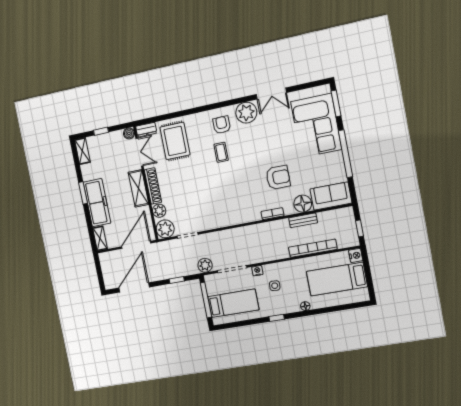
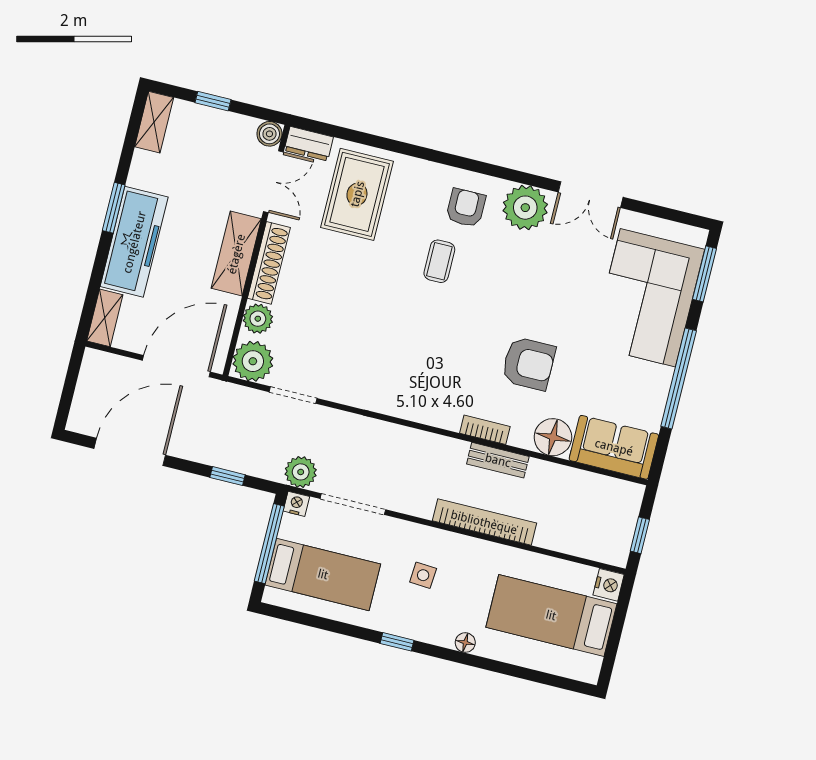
bench: (303, 220) -> (498, 460), moved
bookcase: (313, 248) -> (484, 522), moved
nightstand: (257, 271) -> (296, 504), moved

